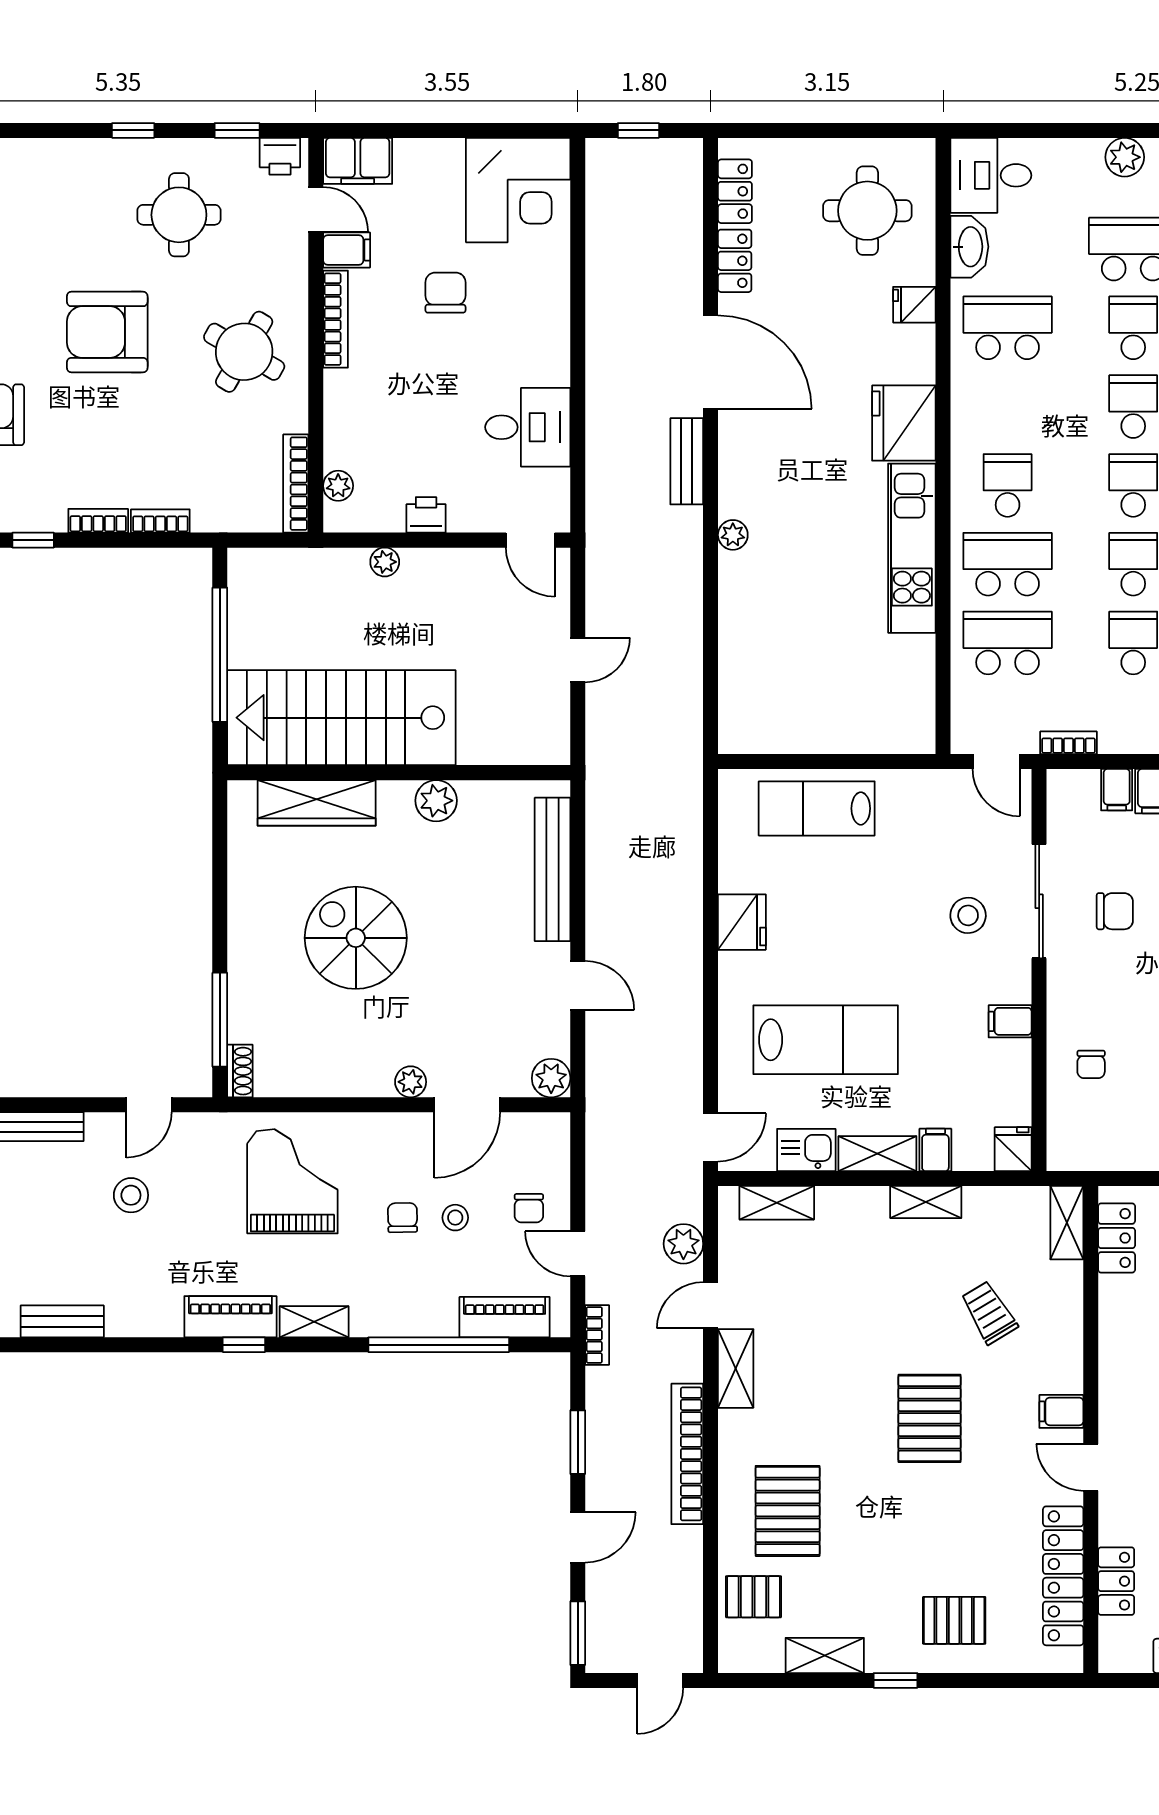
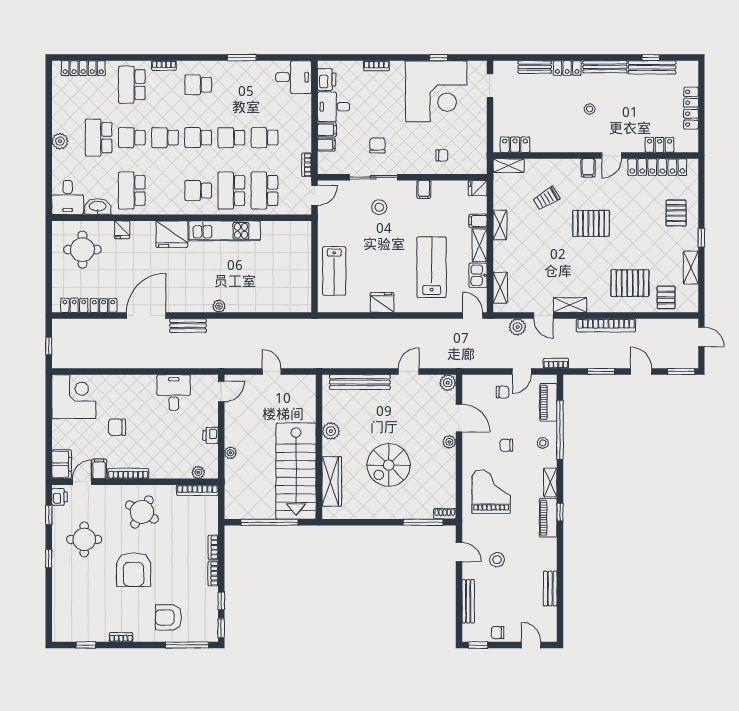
grand piano: (292, 1181) -> (491, 492), turned 90
stool: (455, 1218) -> (543, 443), moved

